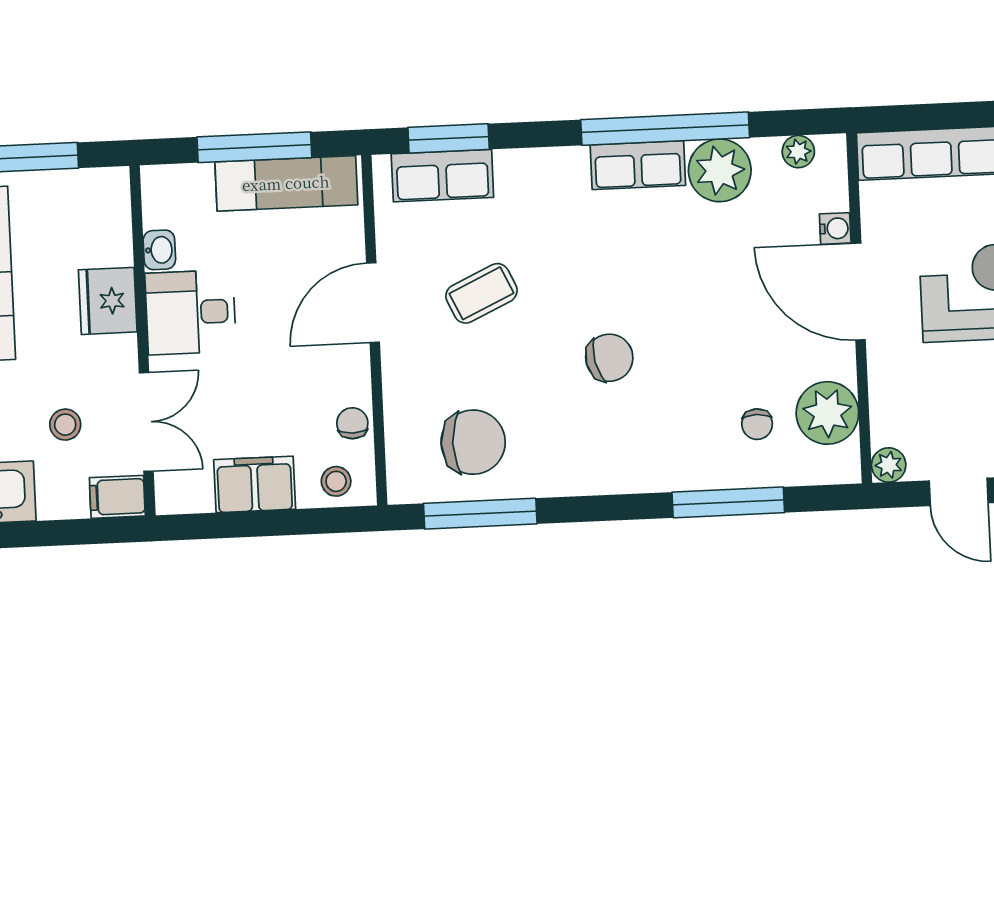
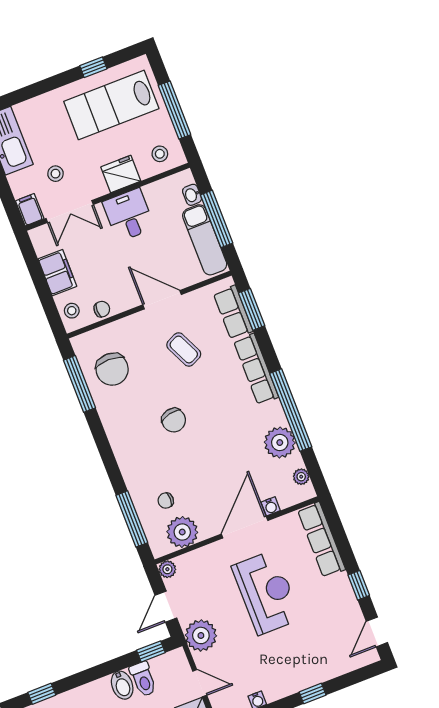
row of seats: (638, 165) -> (256, 369), moved, width x1.48
stool: (94, 214) -> (160, 154), added
washbasin: (159, 250) -> (192, 195), moved, turned 90
window: (728, 502) -> (132, 519), moved

